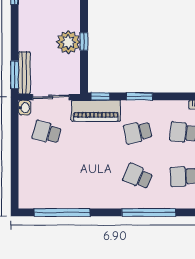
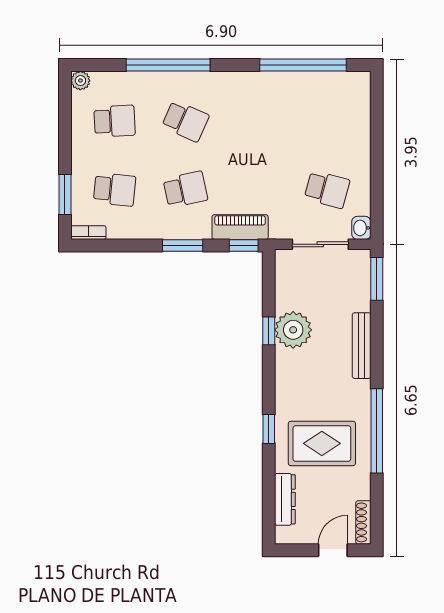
bench: (24, 73) -> (362, 346), moved
piano: (96, 111) -> (240, 227), width x0.73, depth x0.75

